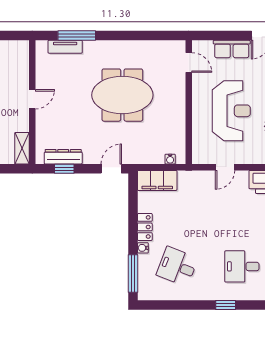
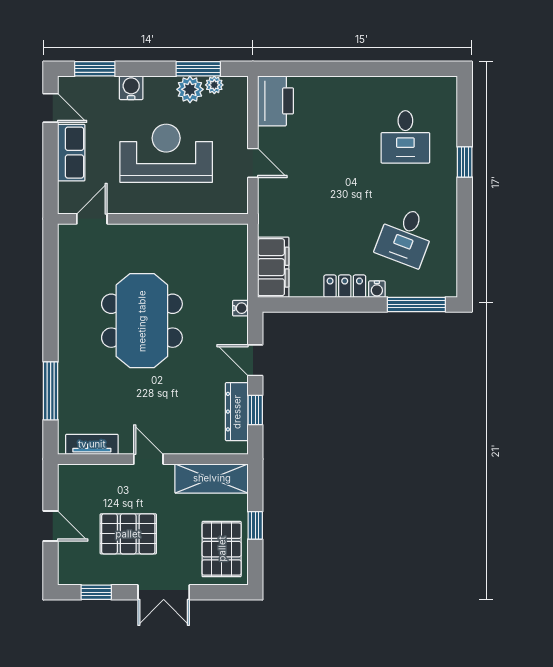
tv unit: (65, 47) -> (92, 444), moved, turned -90
shelving: (22, 148) -> (212, 478), width x1.50, depth x1.33
water cooler: (170, 159) -> (240, 308), moved
door: (111, 169) -> (255, 360), moved

